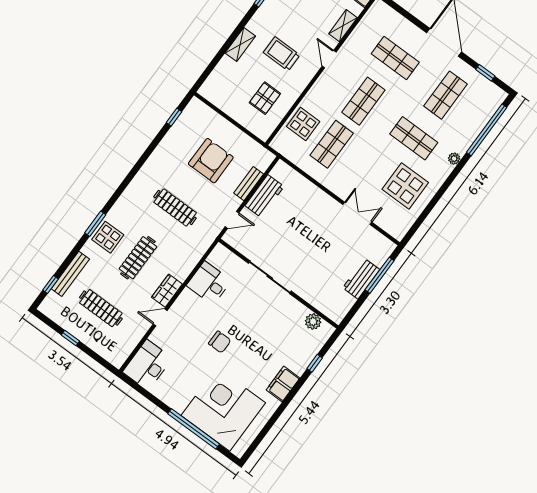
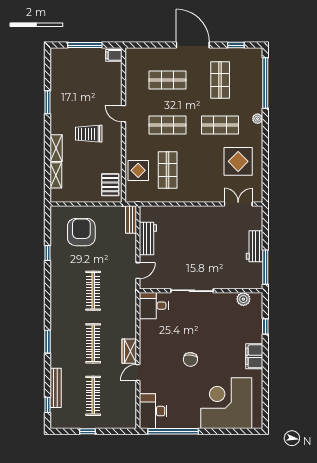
shelving: (343, 26) -> (56, 175), moved
pallet: (265, 98) -> (110, 185), moved
shop shelf: (363, 101) -> (168, 125), turned 90
window: (174, 117) -> (47, 253), moved
armchair: (211, 161) -> (81, 232), moved
bench: (249, 184) -> (131, 219), moved
clothes rail: (175, 207) -> (93, 291), turned 90
double door: (357, 213) -> (238, 204), moved
display table: (108, 237) -> (63, 344), removed
window: (380, 275) -> (265, 267), moved
desk: (209, 283) -> (154, 306), moved
clothes rail: (101, 308) -> (93, 396), turned 90
chair: (220, 342) -> (190, 359), turned 96
window: (194, 429) -> (173, 431), moved

